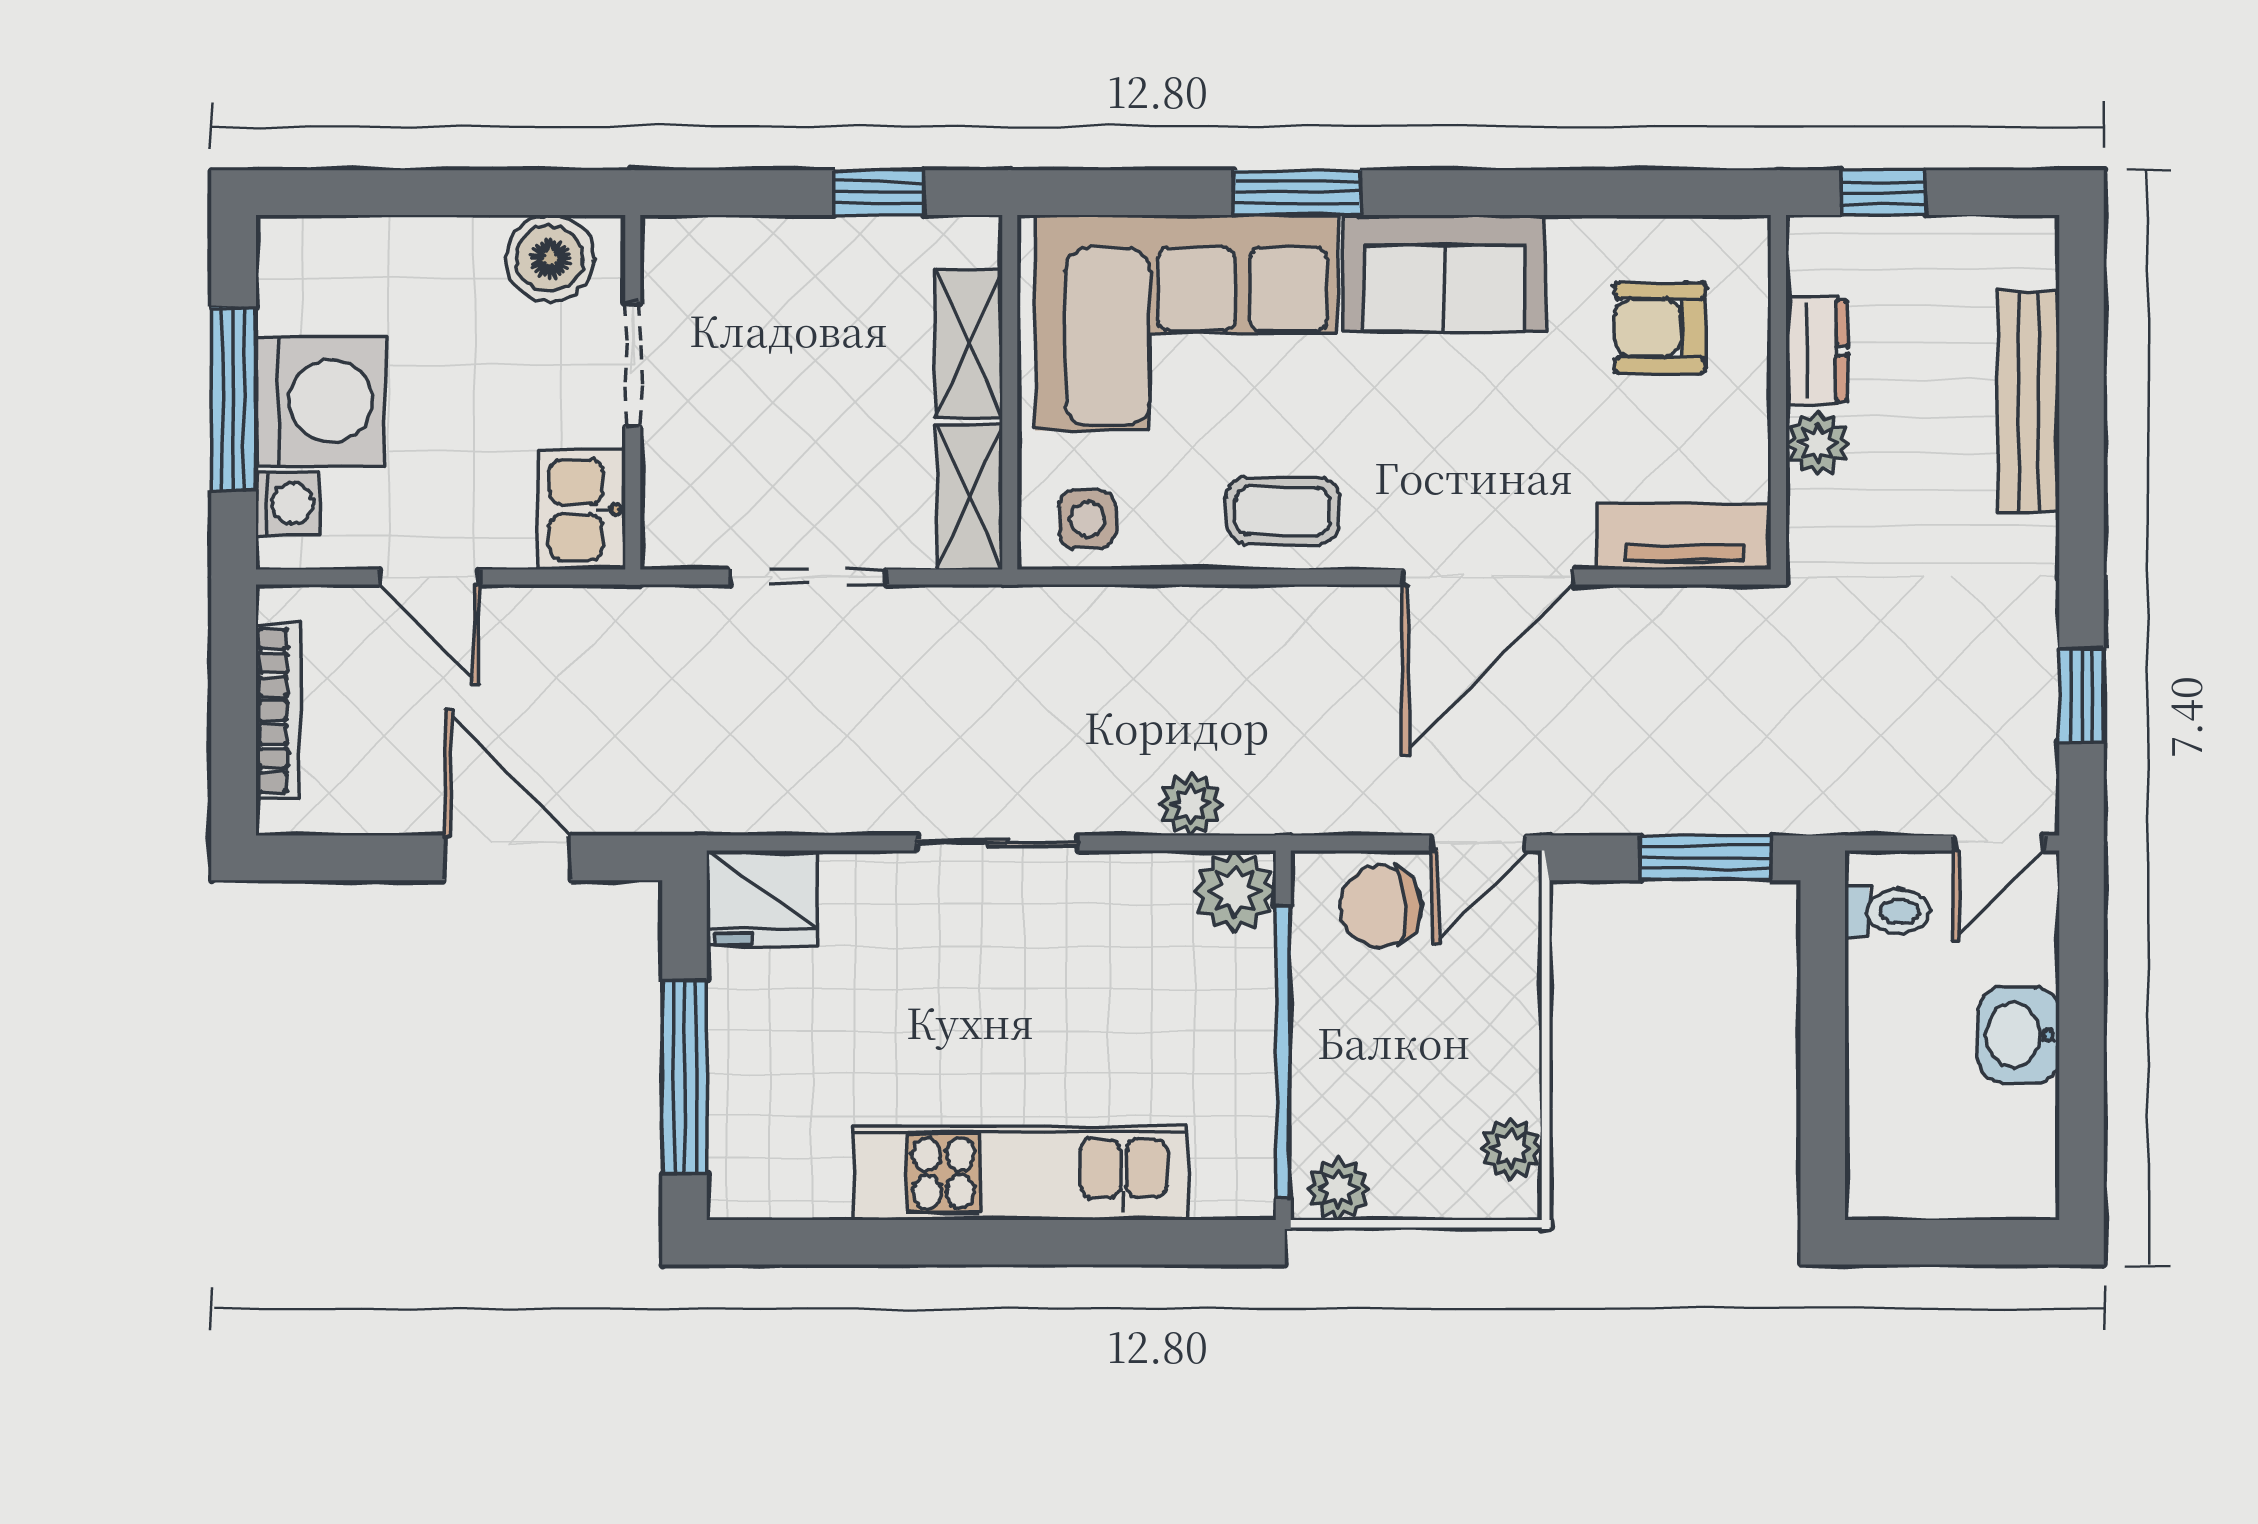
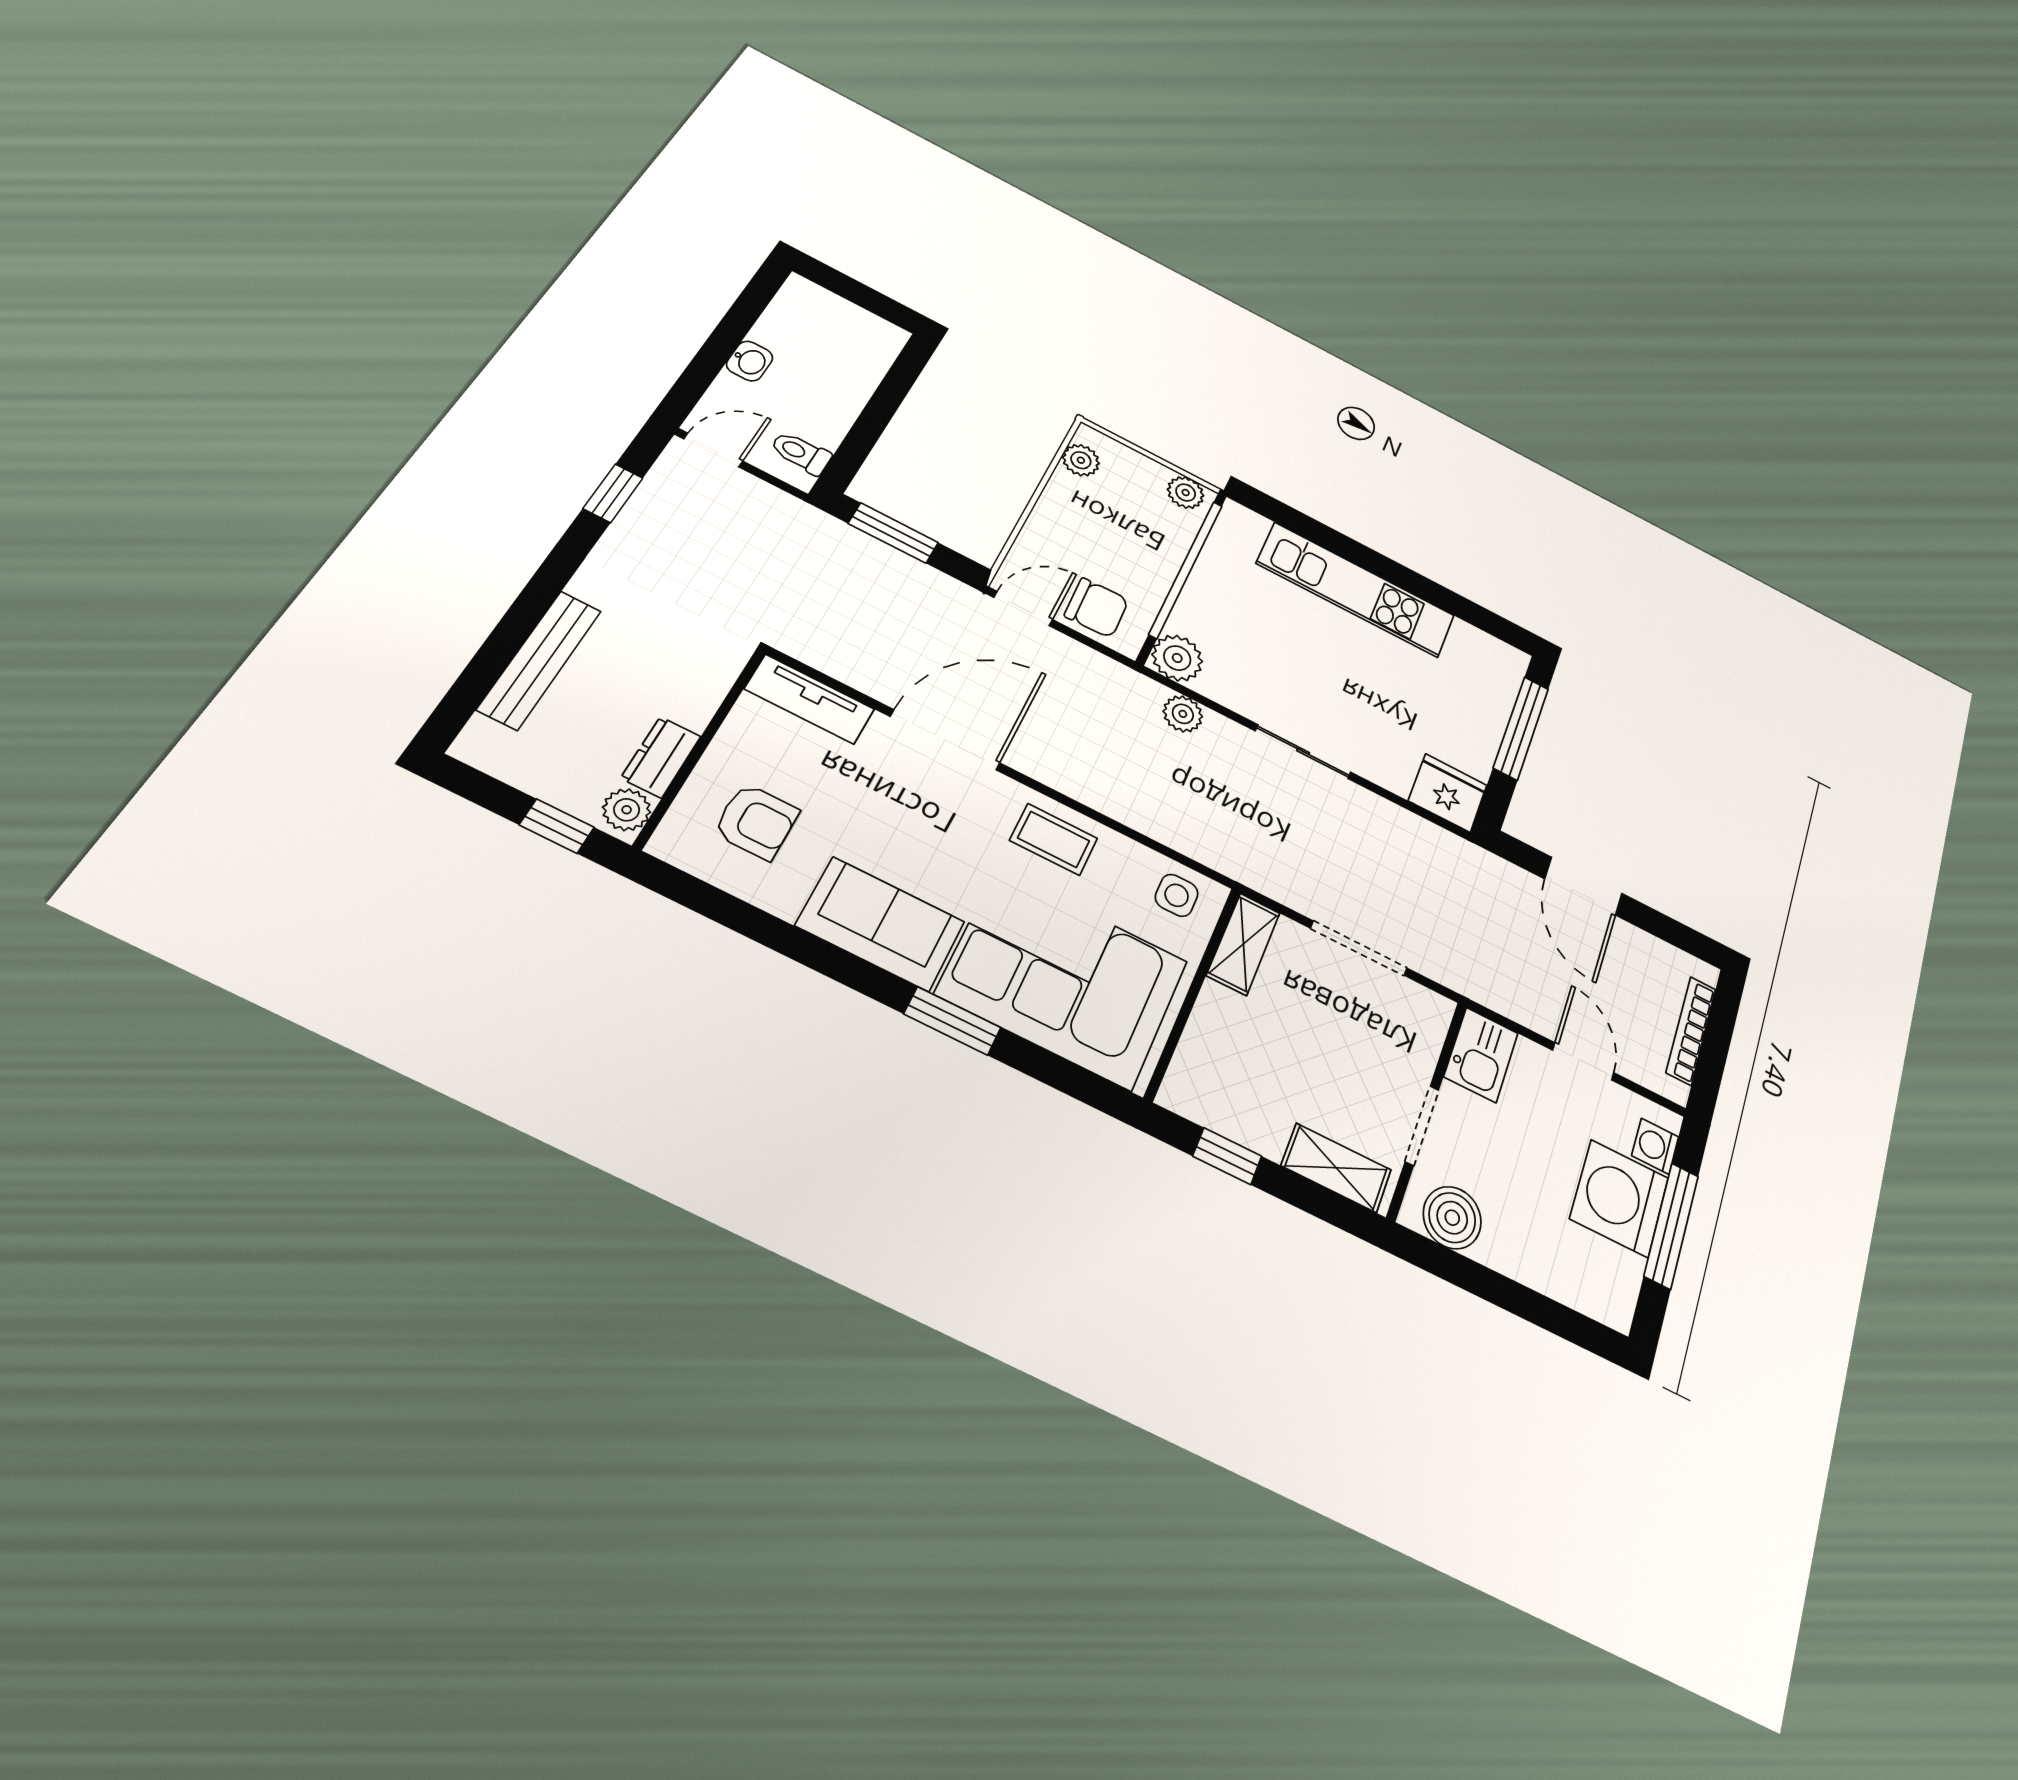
shelving: (969, 344) -> (1336, 1168), moved, turned 90
plant: (1817, 443) -> (627, 810), moved
washbasin: (2019, 1035) -> (750, 361), width x0.72, depth x0.69

